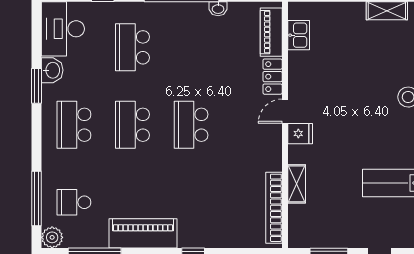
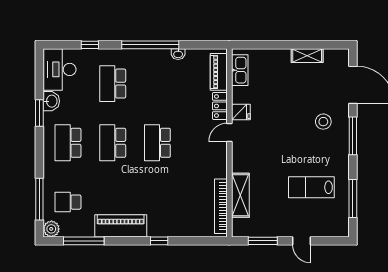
kitchen sink: (299, 35) -> (240, 70), width x1.38
fridge: (300, 134) -> (241, 112), moved
shelving: (297, 184) -> (240, 195), width x1.50, depth x1.33

